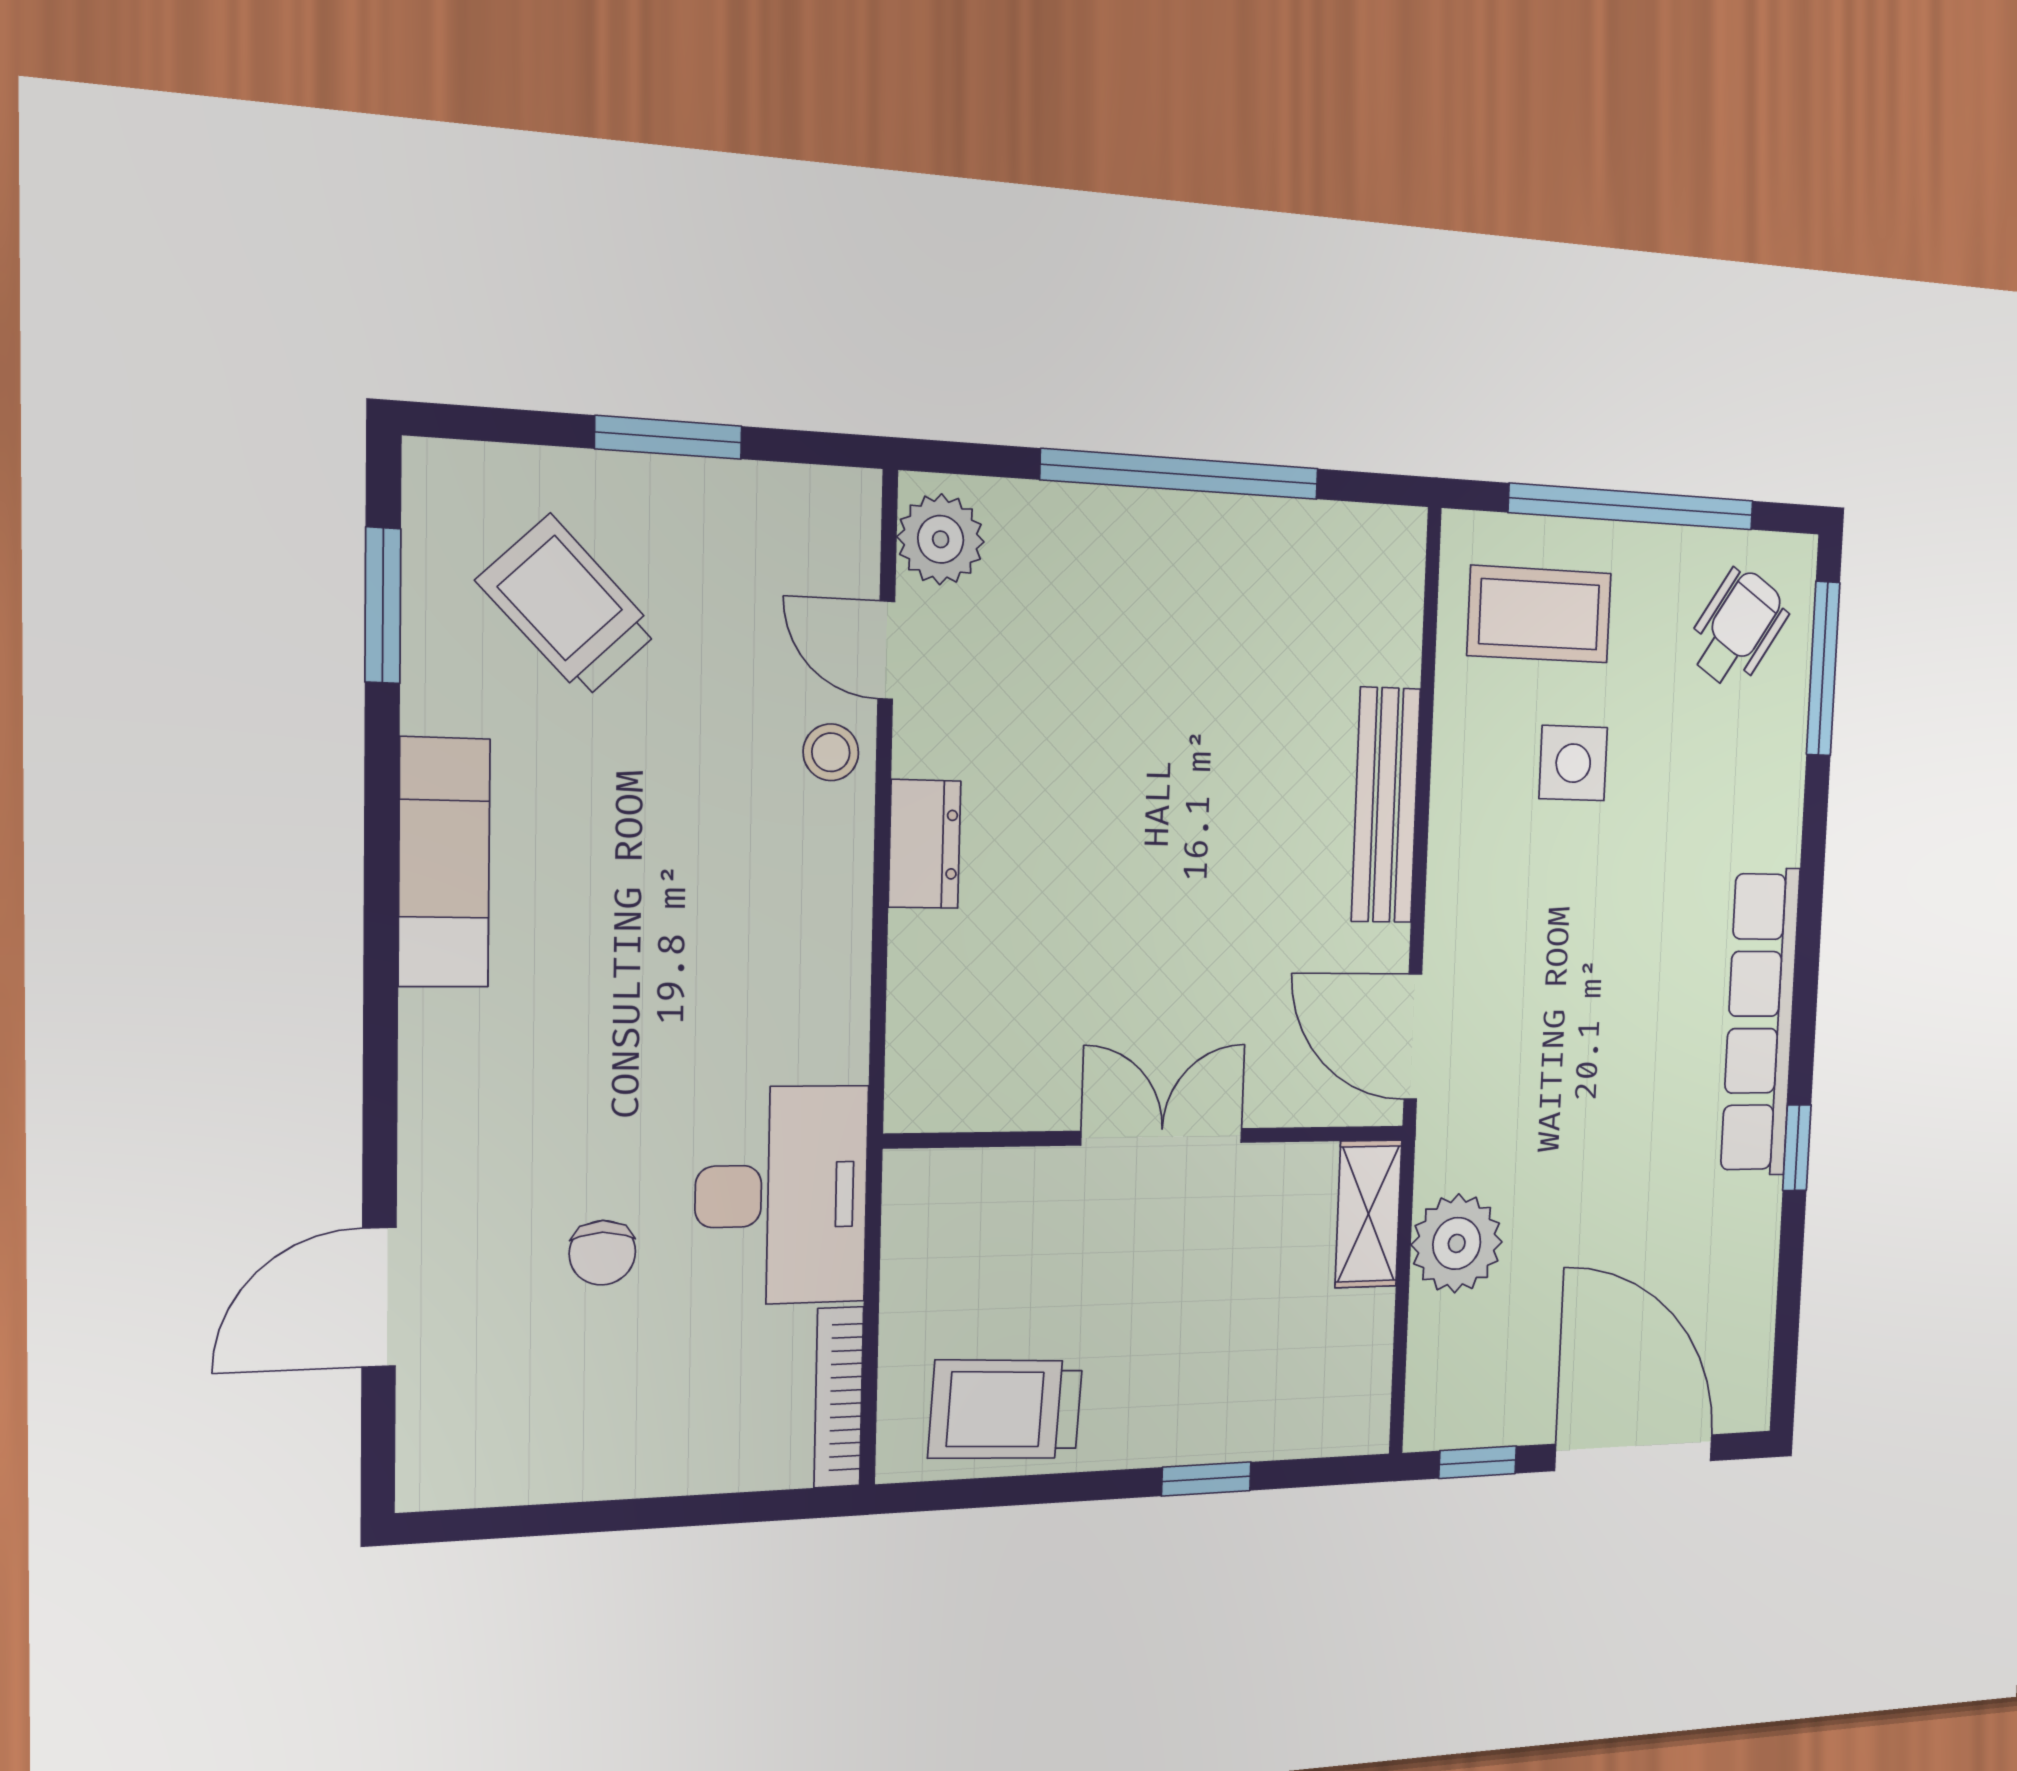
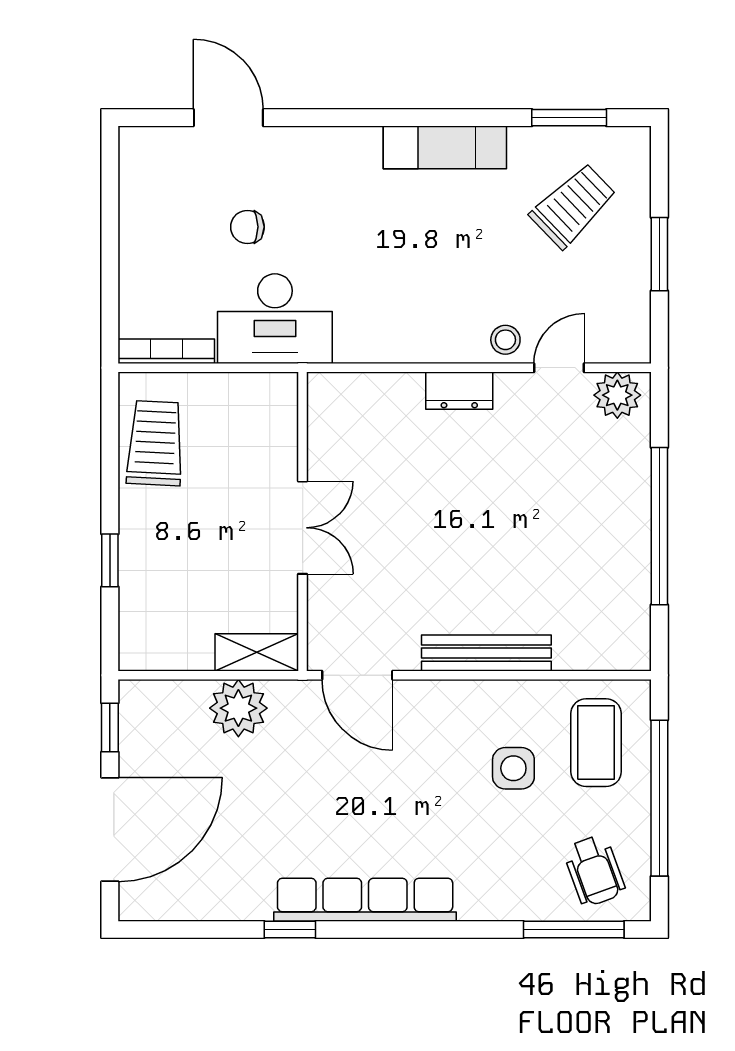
wheelchair: (1737, 628) -> (594, 871), turned 37
door: (1413, 1037) -> (357, 675), swing flipped

